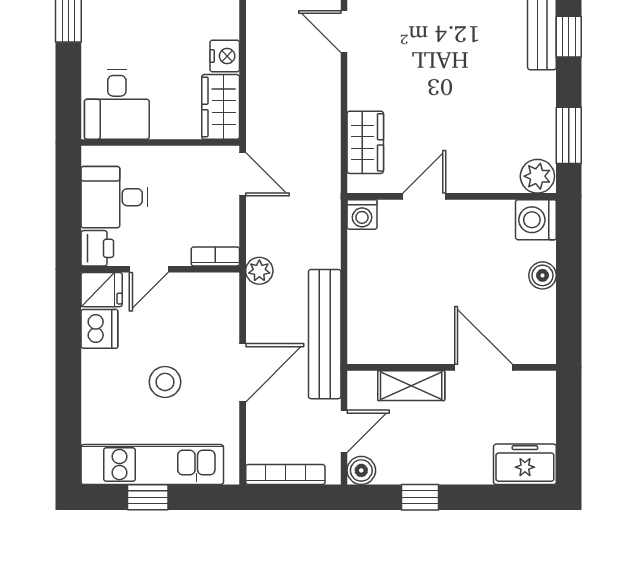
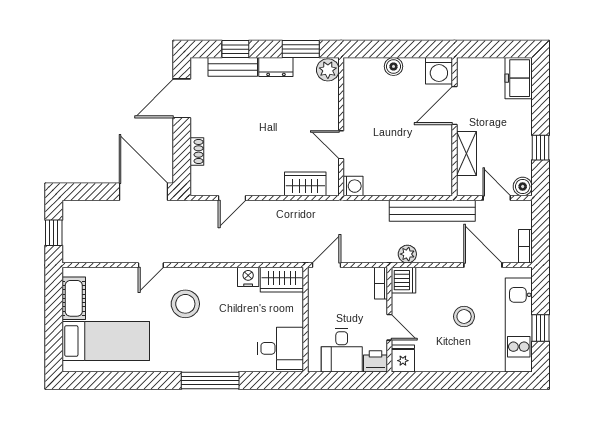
dresser: (542, 98) -> (276, 67), added
washing machine: (536, 220) -> (439, 71), moved
plant: (259, 271) -> (407, 254), moved
dishwasher: (99, 329) -> (404, 280), moved, turned 90
door: (243, 373) -> (483, 265), moved
bookcase: (285, 474) -> (525, 246), width x0.64

